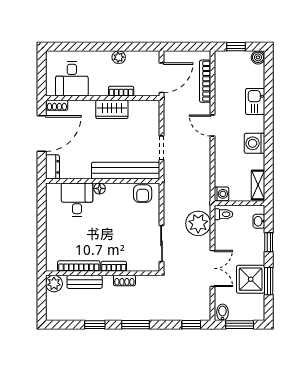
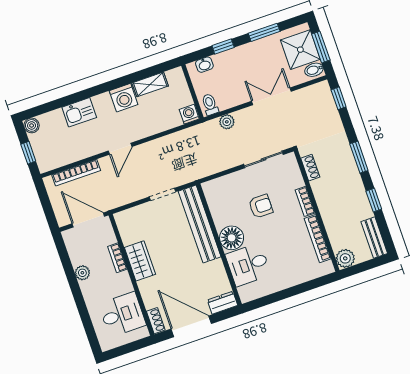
shelving: (258, 185) -> (150, 84), moved
floor lamp: (100, 188) -> (232, 238), width x1.89, depth x1.89
armchair: (143, 193) -> (261, 206), moved
plant: (198, 223) -> (227, 122), width x0.53, depth x0.53
shower: (251, 279) -> (300, 50), moved
shoe rack: (124, 280) -> (310, 168), moved
bench: (85, 282) -> (374, 238), moved

